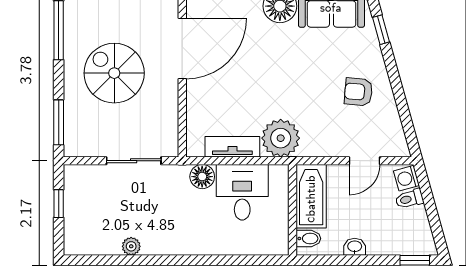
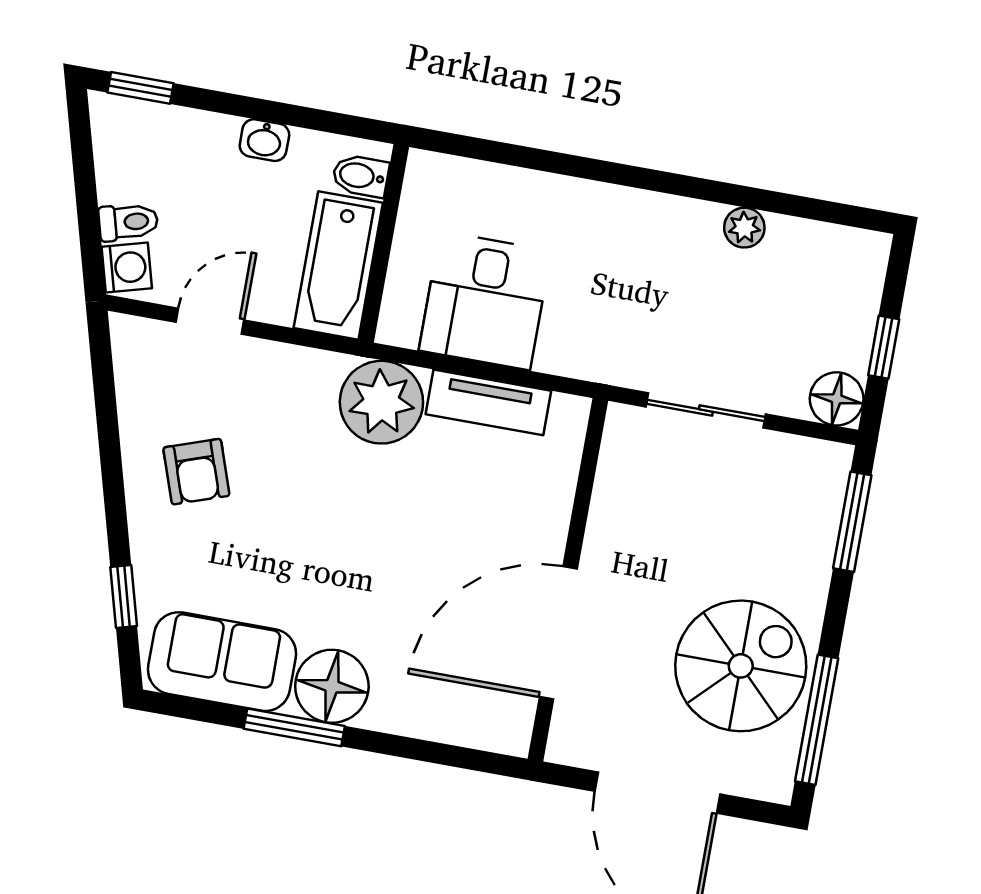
spiral stairs: (114, 73) -> (741, 666), moved, turned -90
armchair: (358, 92) -> (196, 472), turned 66
floor lamp: (202, 177) -> (837, 399), moved

